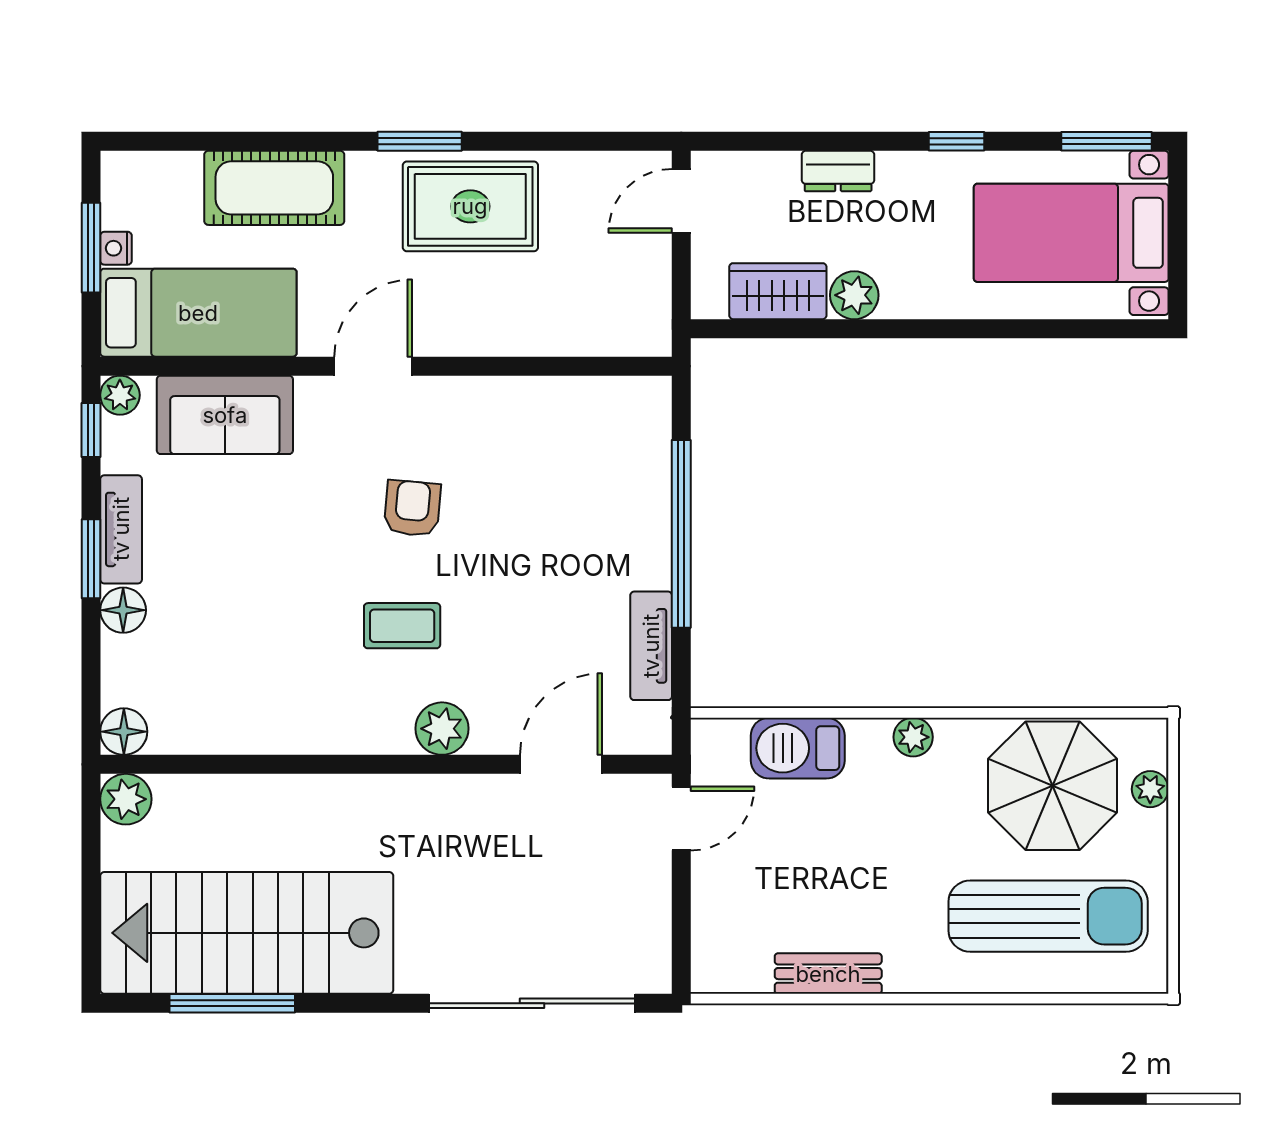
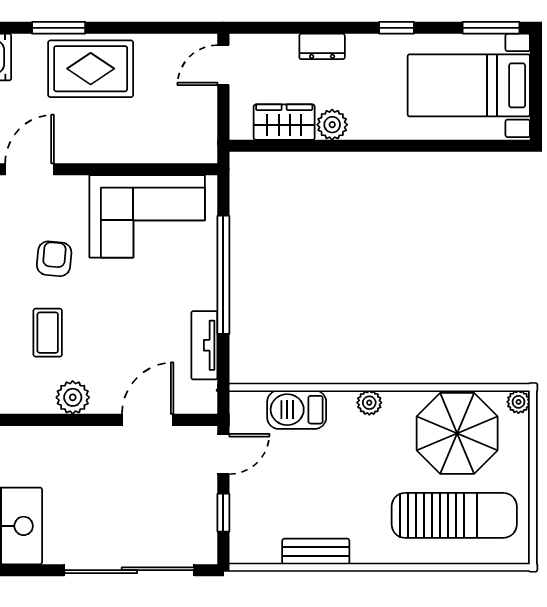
corner sofa: (560, 441) -> (147, 216), added
coffee table: (402, 626) -> (48, 333), turned 90
plant: (1150, 789) -> (518, 402), moved
window: (681, 912) -> (223, 513), added

